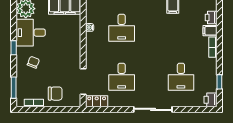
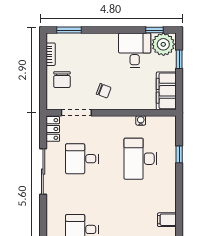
desk: (122, 28) -> (140, 159), width x1.37
window: (14, 48) -> (155, 30), moved
chair: (33, 62) -> (104, 91), moved
sliding door: (153, 109) -> (43, 172), moved

